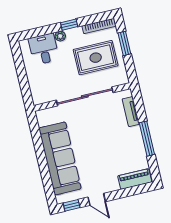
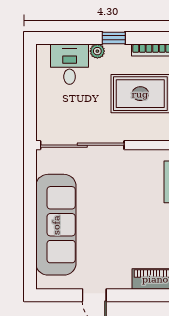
sliding door: (85, 96) -> (82, 145), moved
window: (72, 205) -> (57, 295), removed

